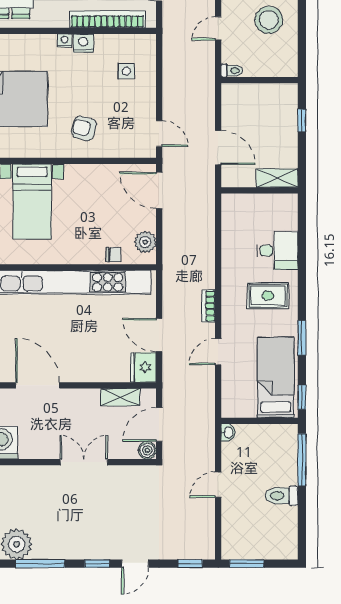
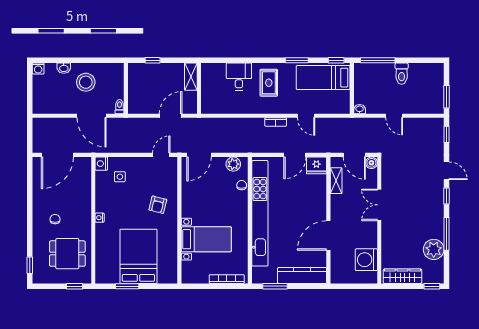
bookcase: (107, 19) -> (86, 189), removed
door: (218, 28) -> (92, 116), width x1.88
nightstand: (83, 43) -> (101, 164), moved

